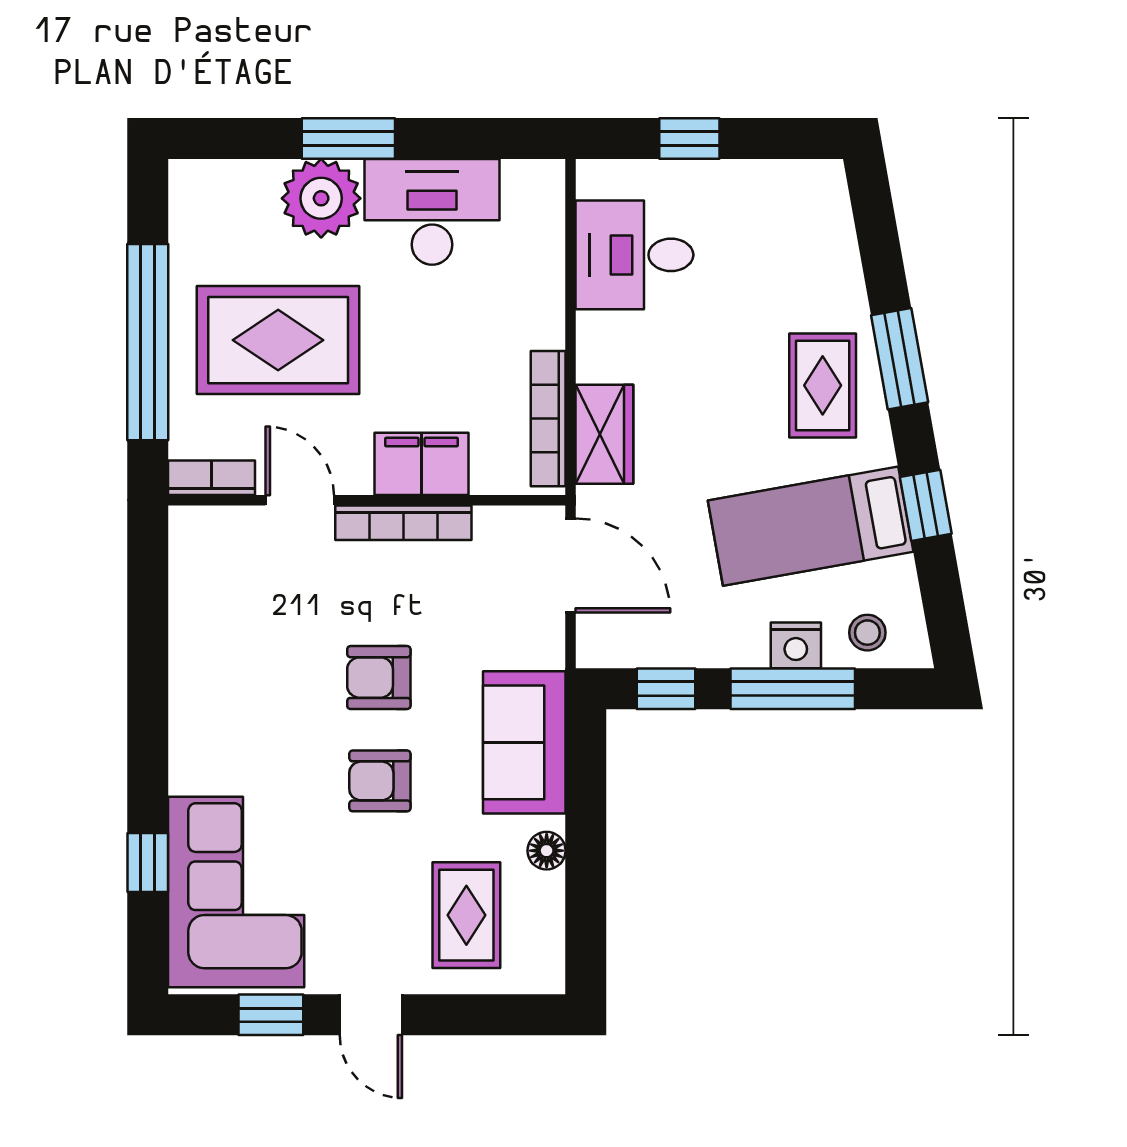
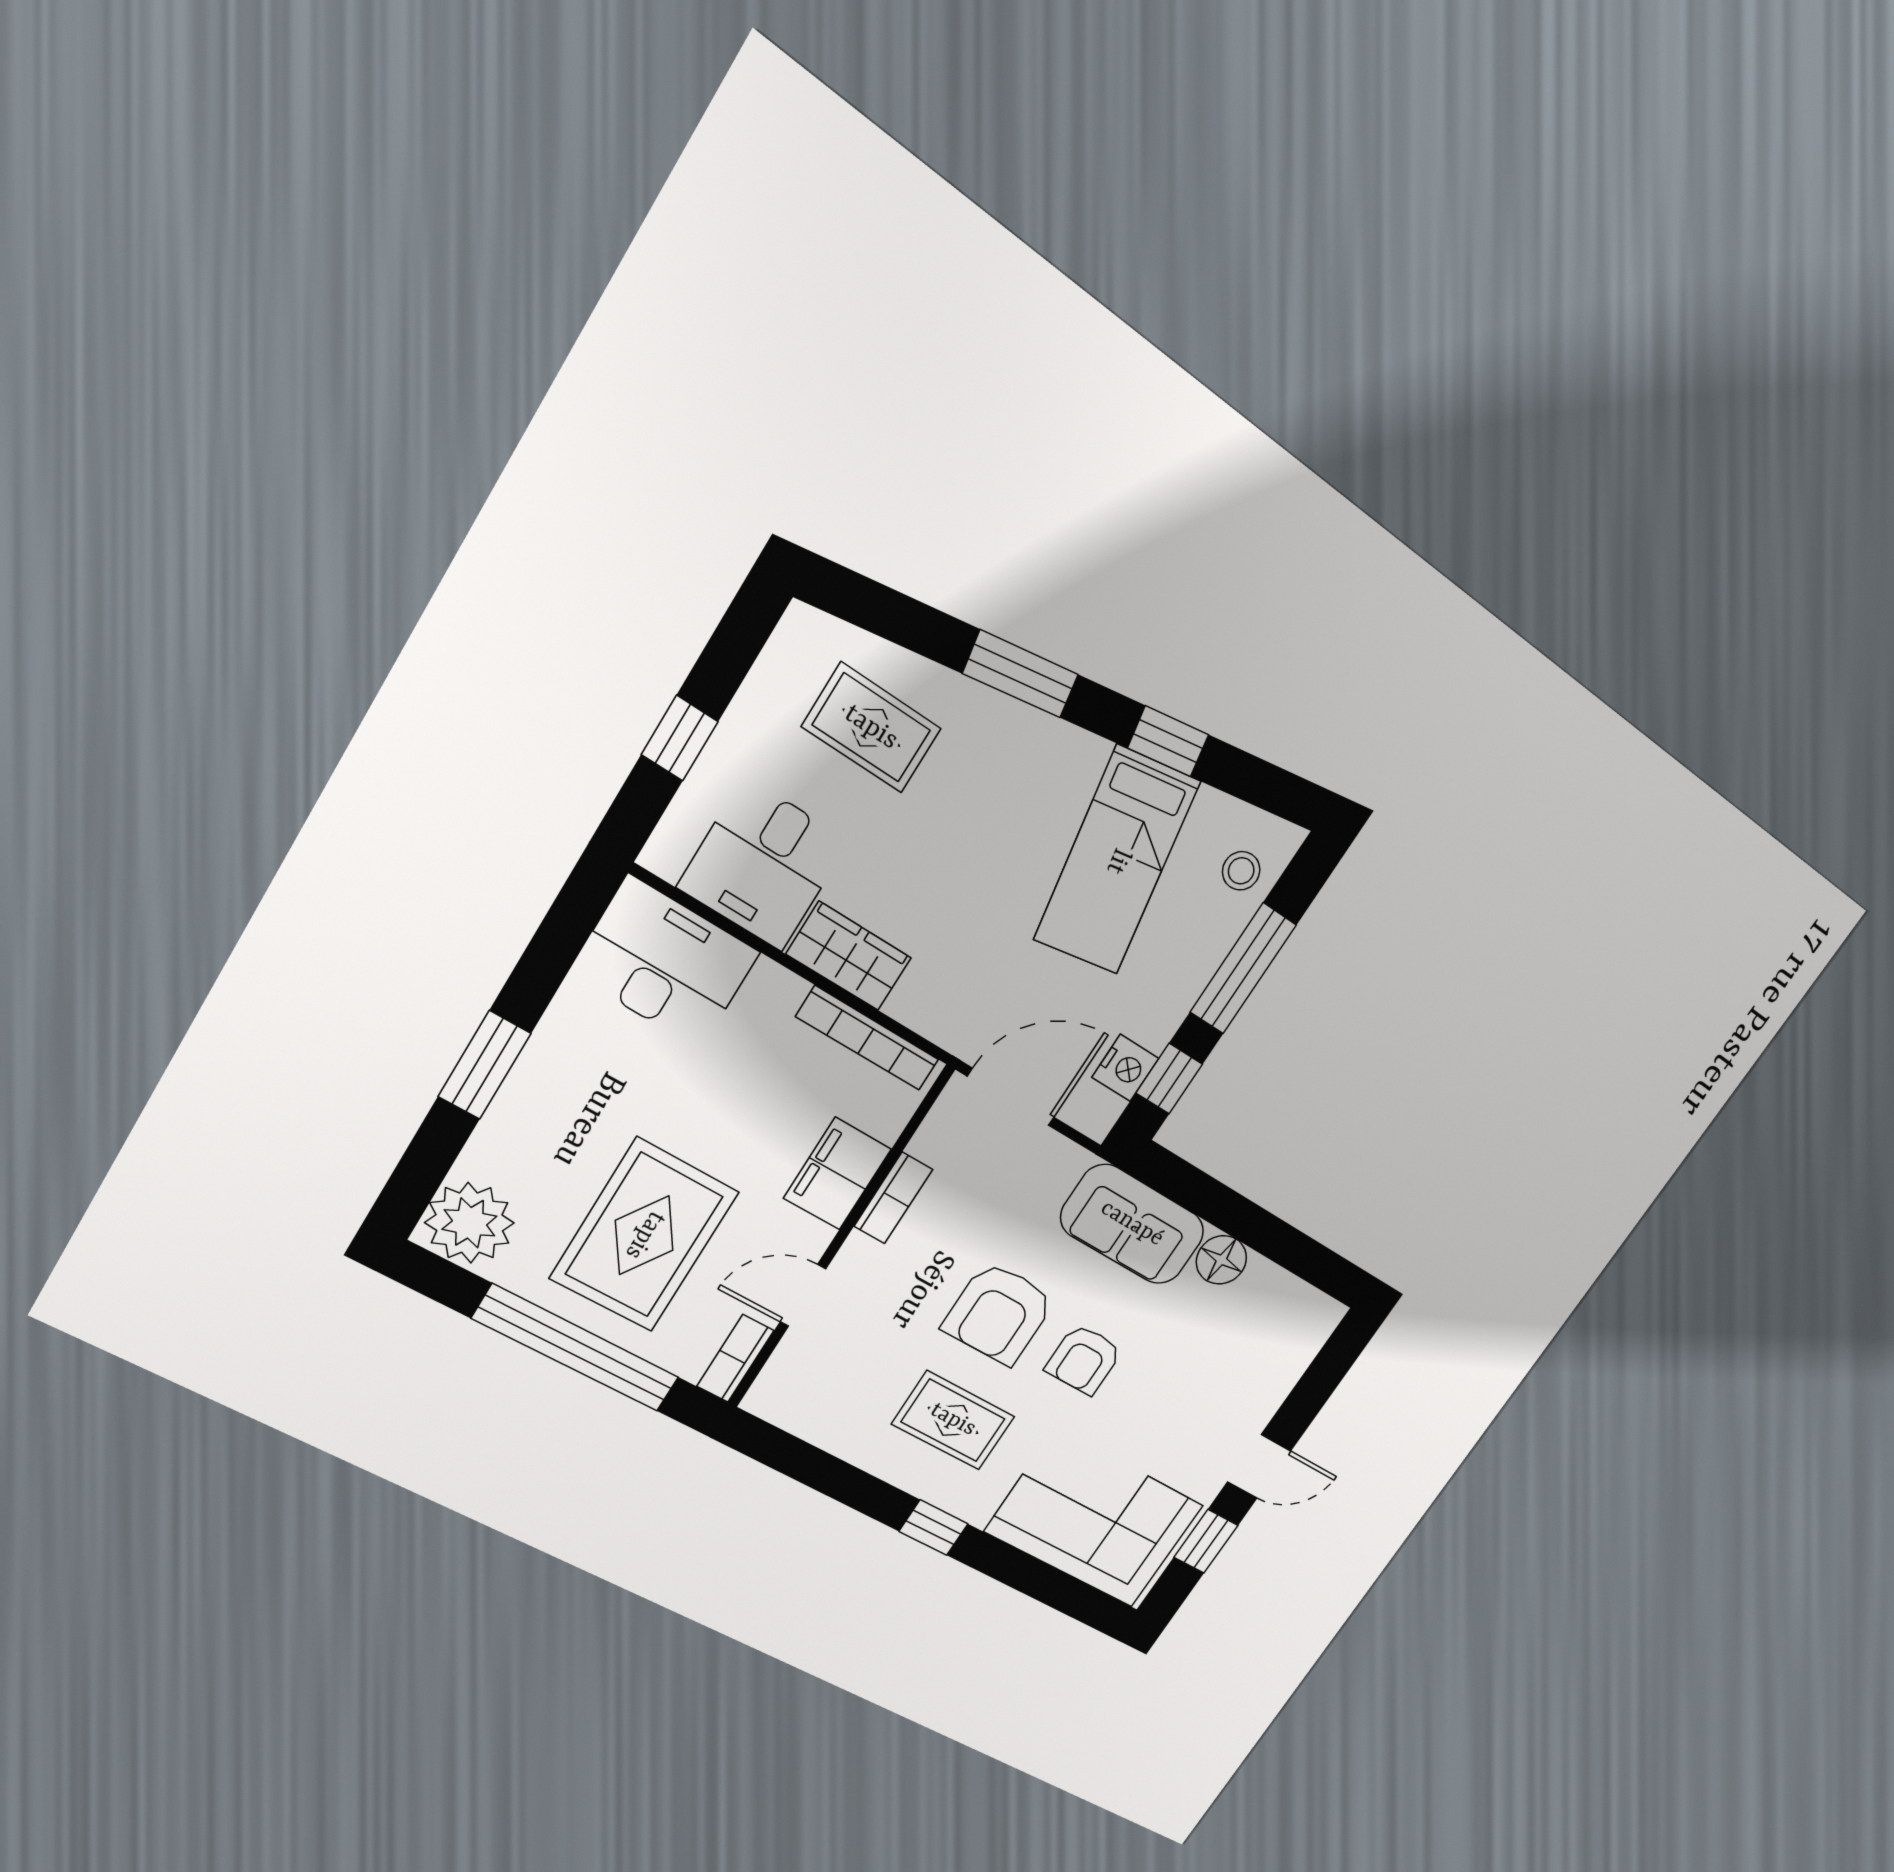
plant: (321, 198) -> (469, 1223), moved
desk: (432, 212) -> (665, 962), moved, turned 90
rug: (823, 385) -> (871, 728), moved
wardrobe: (604, 434) -> (849, 956), moved
bookcase: (403, 523) -> (893, 1198), width x0.64
nightstand: (796, 645) -> (1125, 1068), moved
armchair: (379, 678) -> (999, 1313), width x1.38, depth x1.38
floor lamp: (547, 851) -> (1221, 1260), width x1.37, depth x1.37
window: (148, 862) -> (933, 1528), moved
rug: (466, 915) -> (953, 1420), moved

